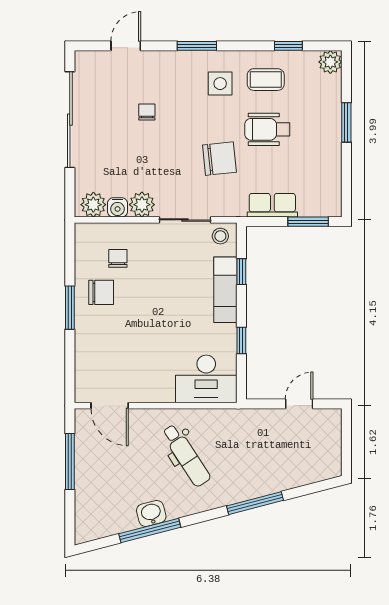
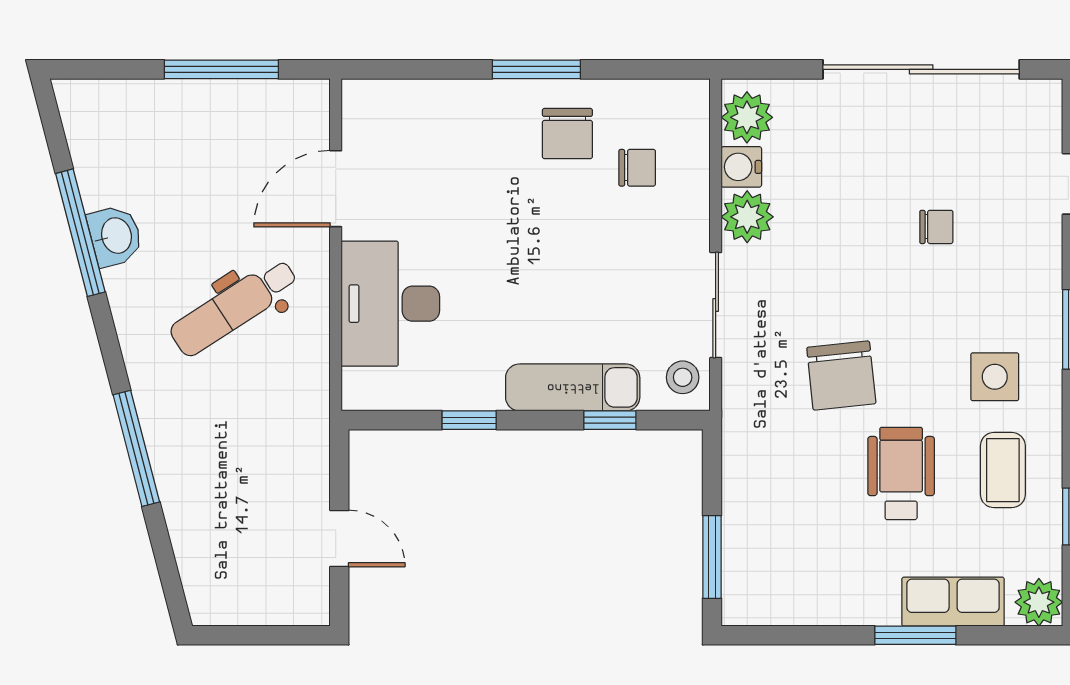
row of seats: (272, 205) -> (953, 602), moved, turned -90
desk: (206, 379) -> (390, 304), moved
door: (110, 406) -> (336, 189), moved

